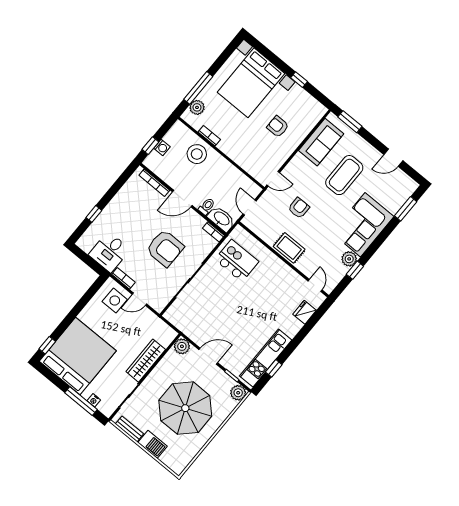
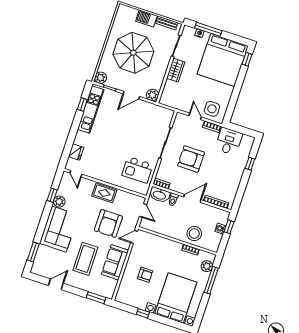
sofa: (321, 142) -> (115, 262), moved
armchair: (299, 208) -> (108, 223), width x1.88, depth x1.88
door: (139, 299) -> (195, 116), hinge flipped
wardrobe: (146, 361) -> (176, 70), width x0.67

